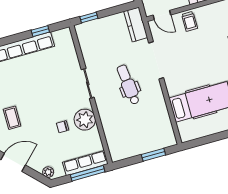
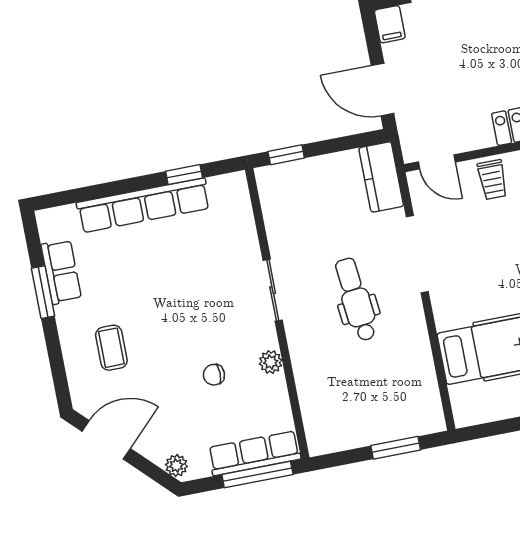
plant: (85, 120) -> (271, 362), width x0.53, depth x0.53

